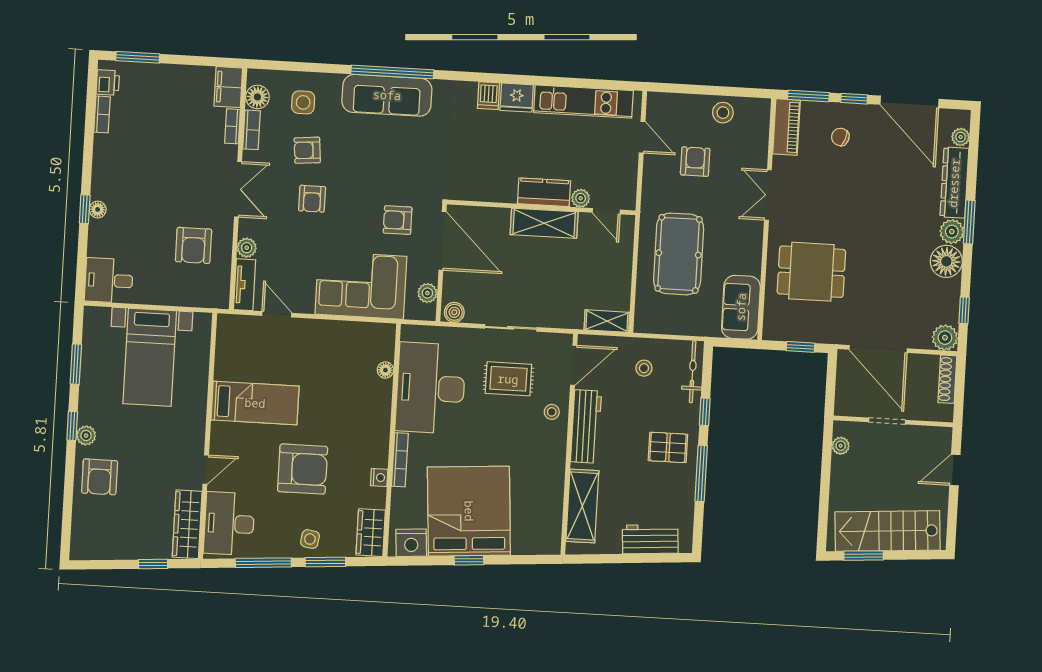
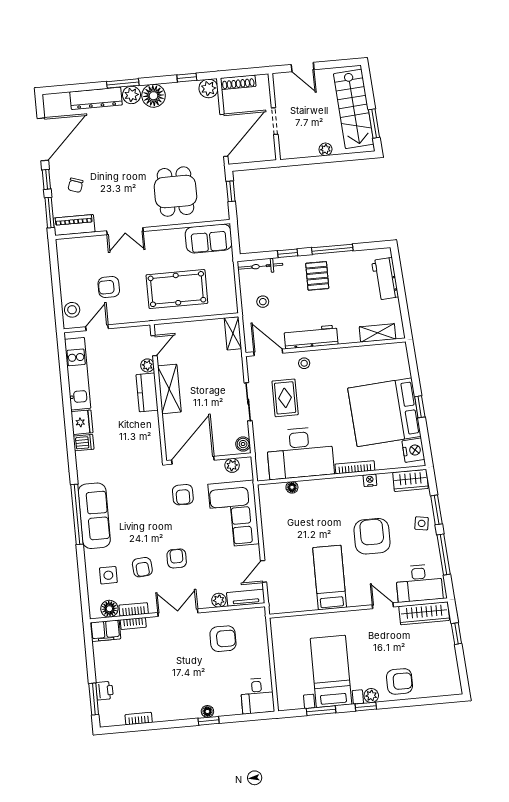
printer: (108, 83) -> (104, 691), moved, turned 90
stool: (723, 113) -> (72, 310), moved
plant: (961, 137) -> (63, 99), removed
armchair: (312, 199) -> (177, 558), turned -90
bed with nightstands: (150, 357) -> (331, 671), moved, turned -90
plant: (841, 446) -> (326, 149), moved
shelving: (582, 506) -> (378, 333), width x0.67, depth x0.75

